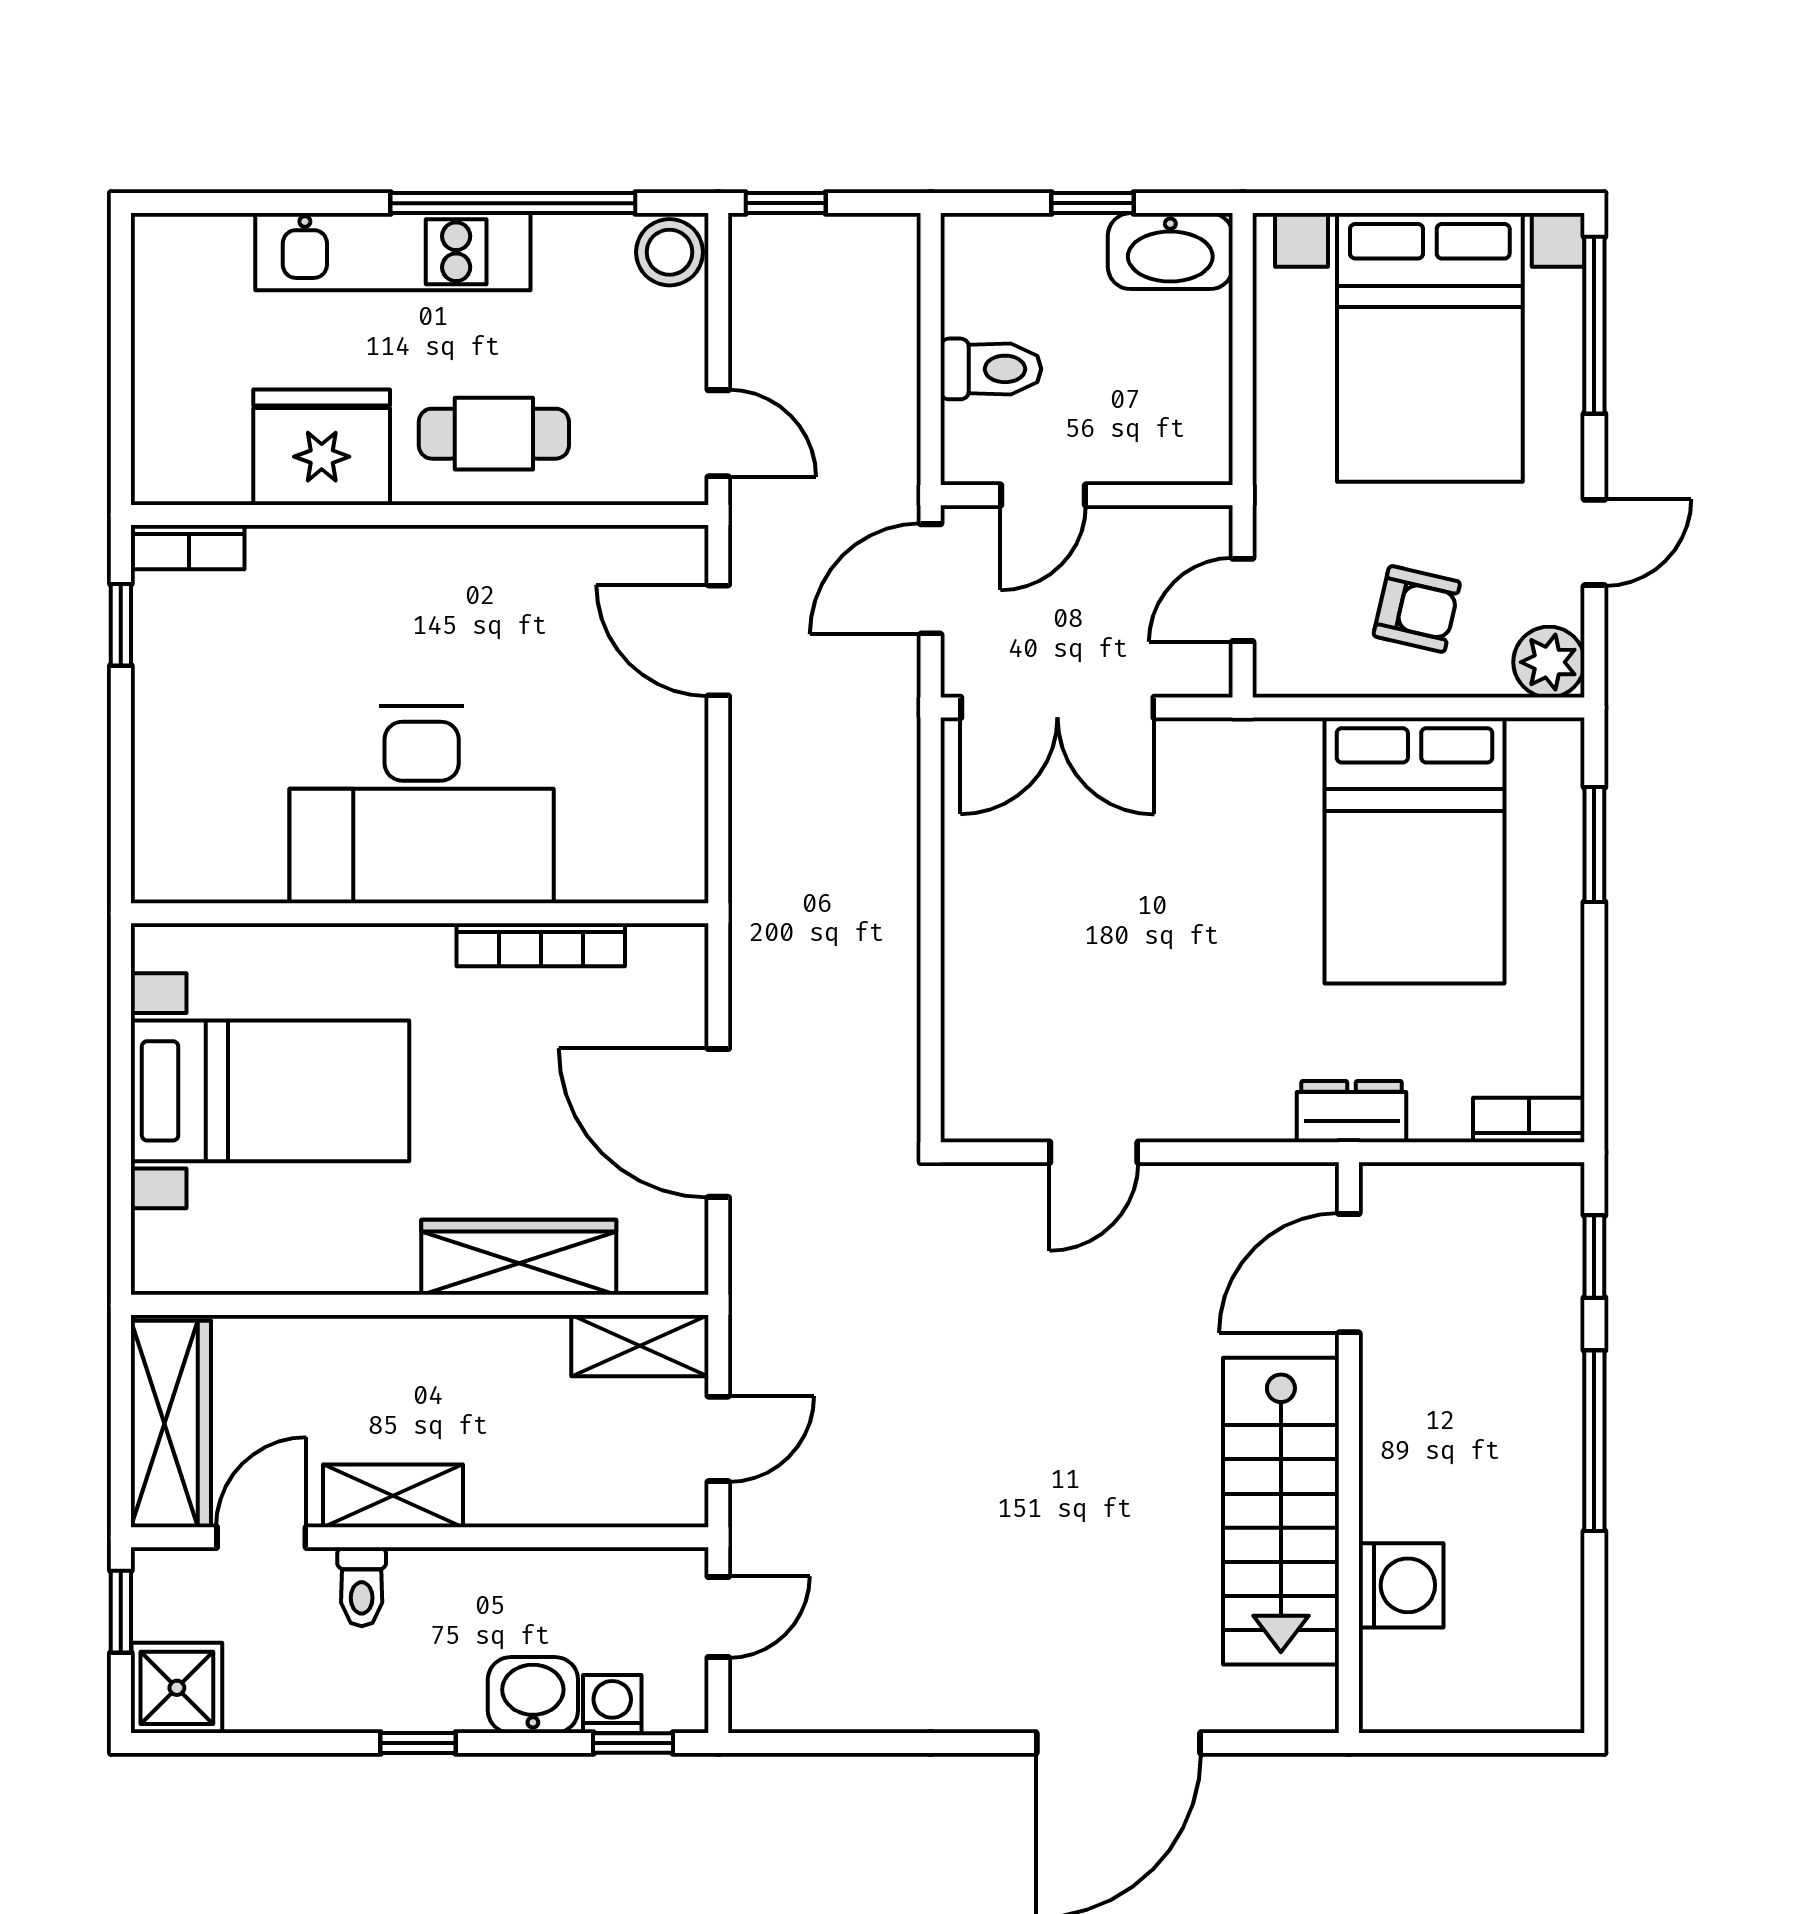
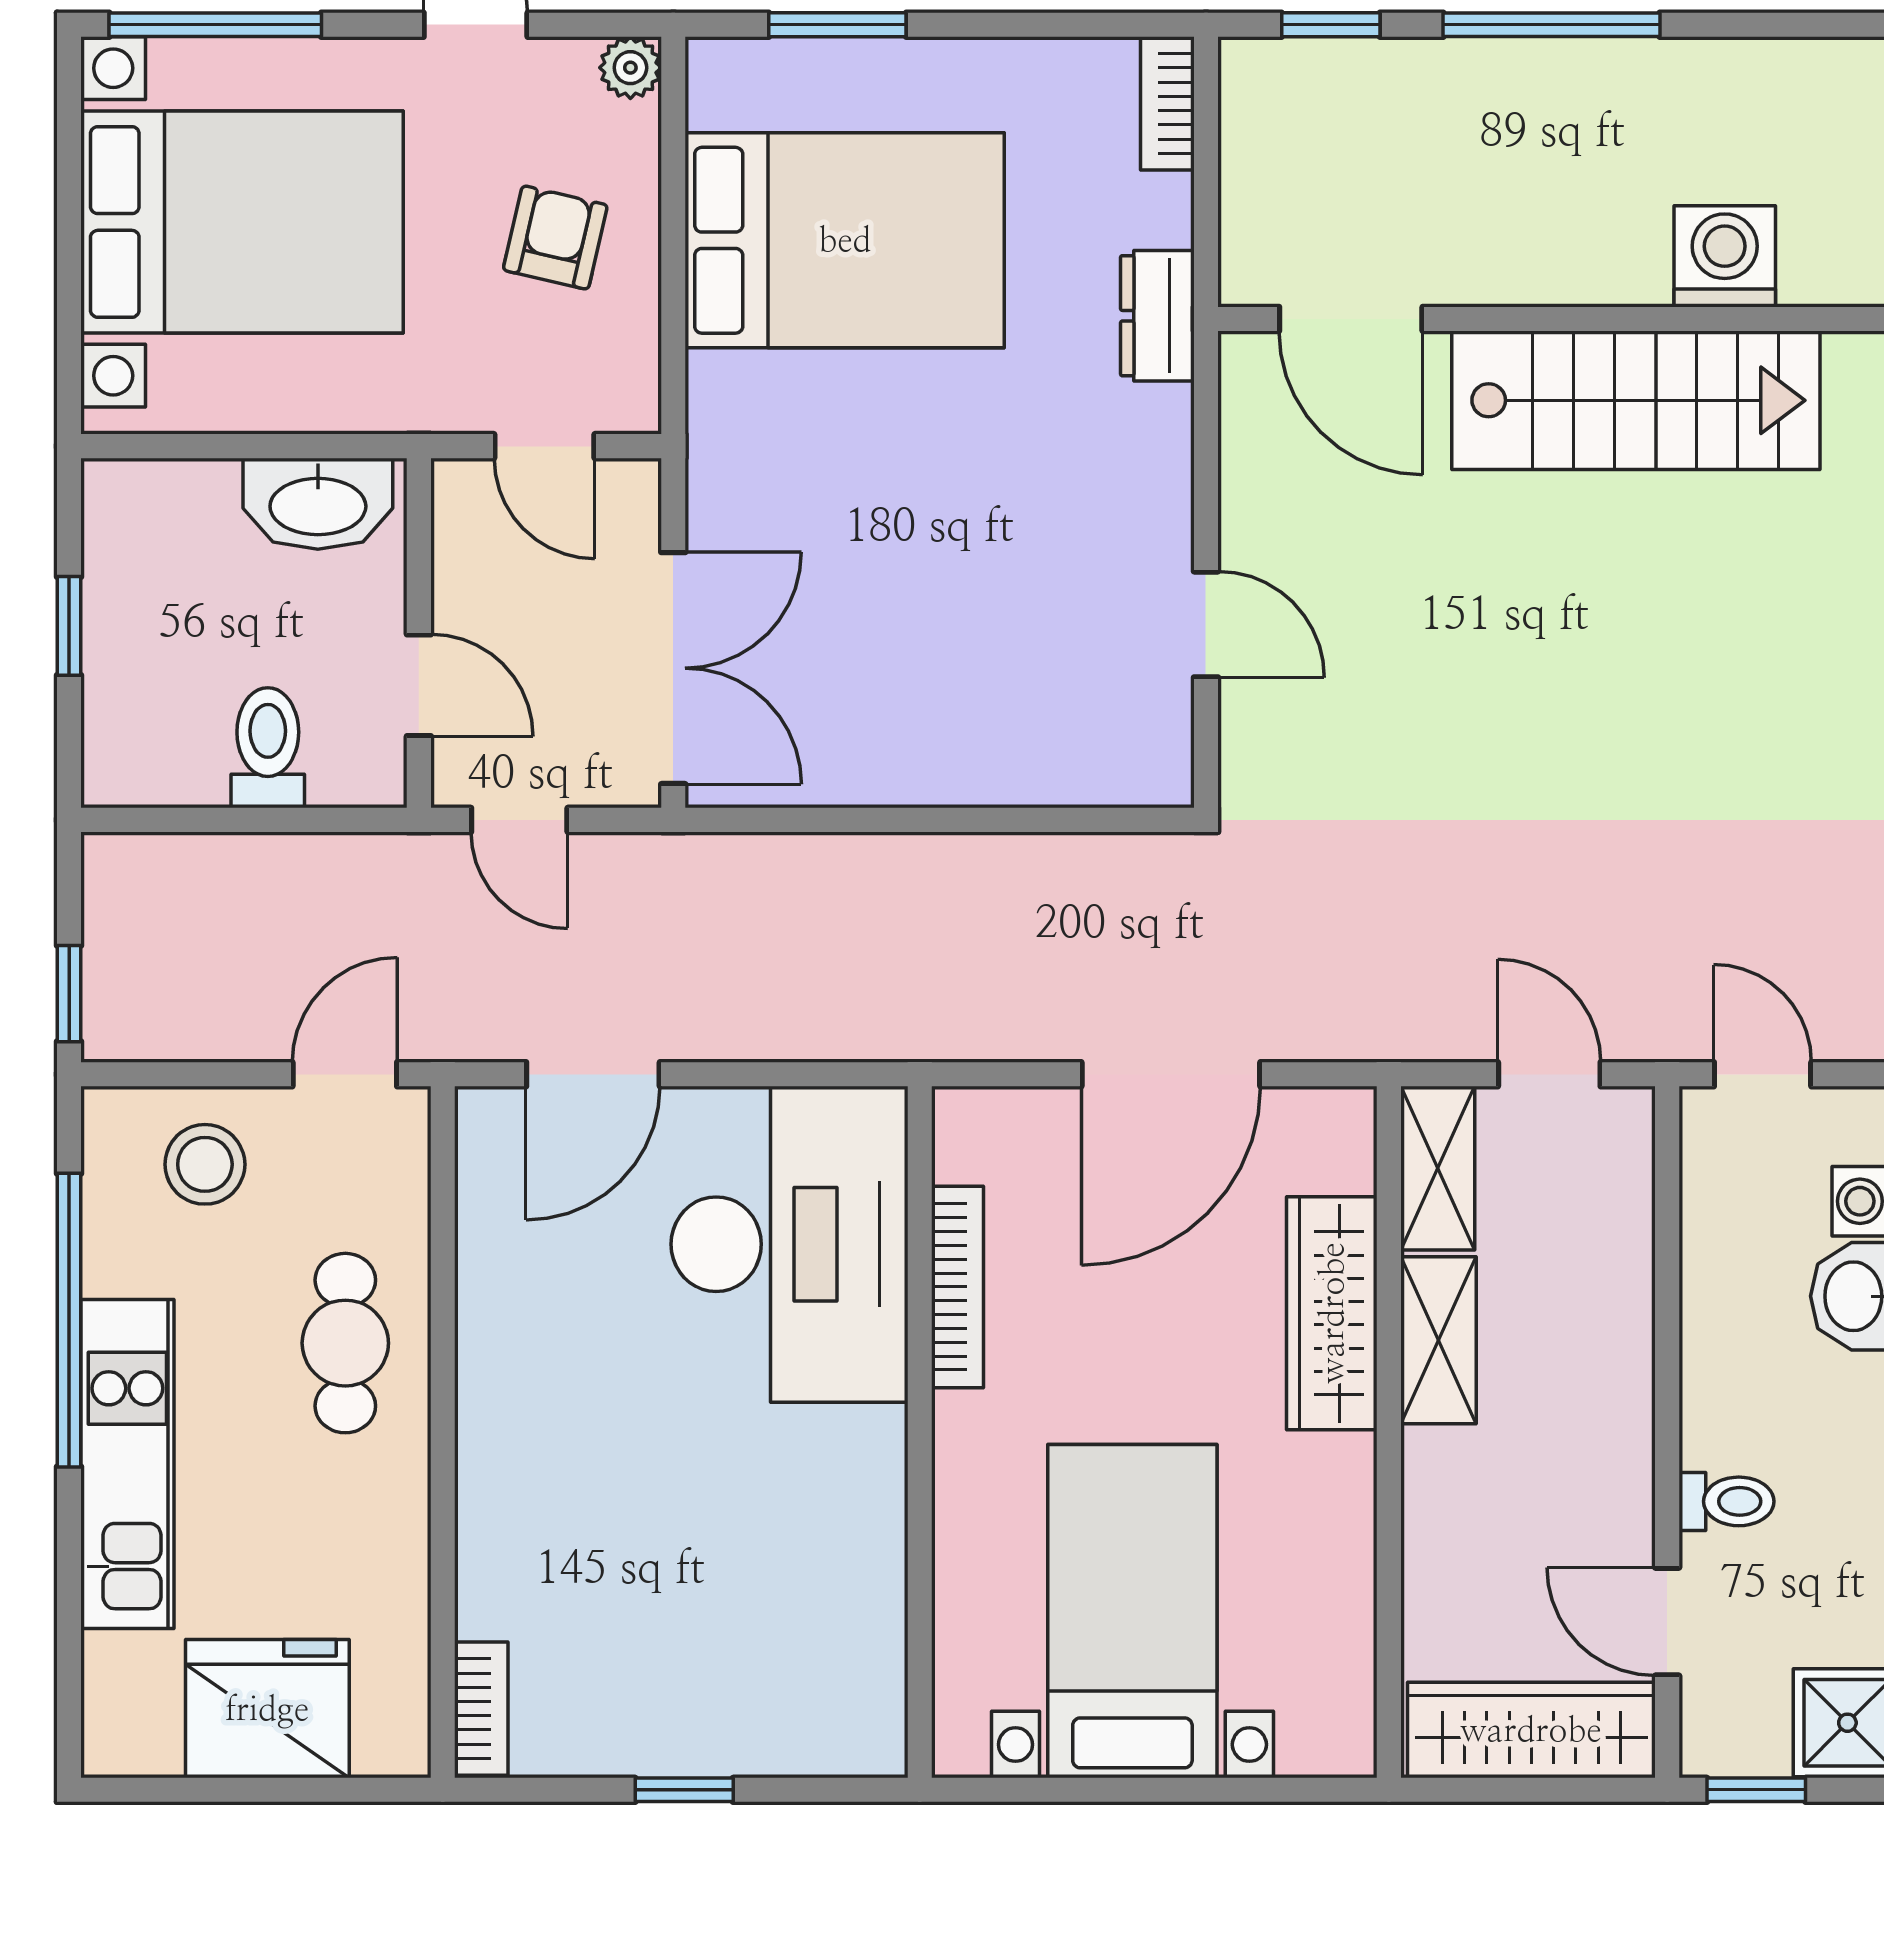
washbasin: (1170, 251) -> (318, 504), moved, turned 90
stool: (669, 252) -> (205, 1164), moved
fridge: (322, 447) -> (267, 1709), moved, turned 90
door: (931, 579) -> (519, 820), width x0.73
window: (121, 625) -> (684, 1790), moved
plant: (1549, 662) -> (630, 68), width x0.73, depth x0.73
desk: (422, 805) -> (790, 1244), moved
shelving: (393, 1496) -> (1438, 1340), moved

